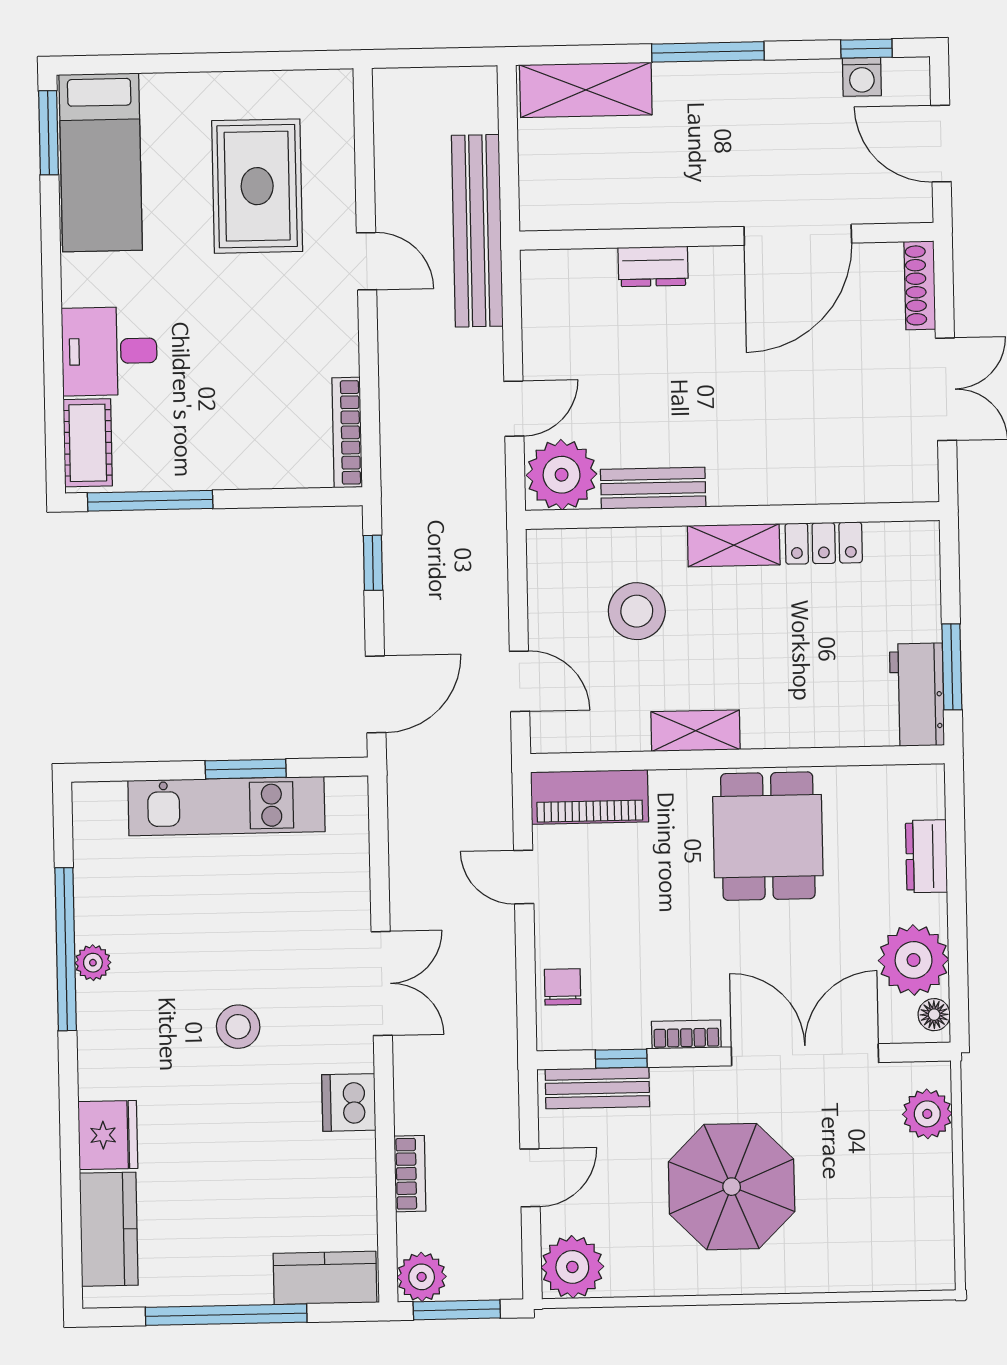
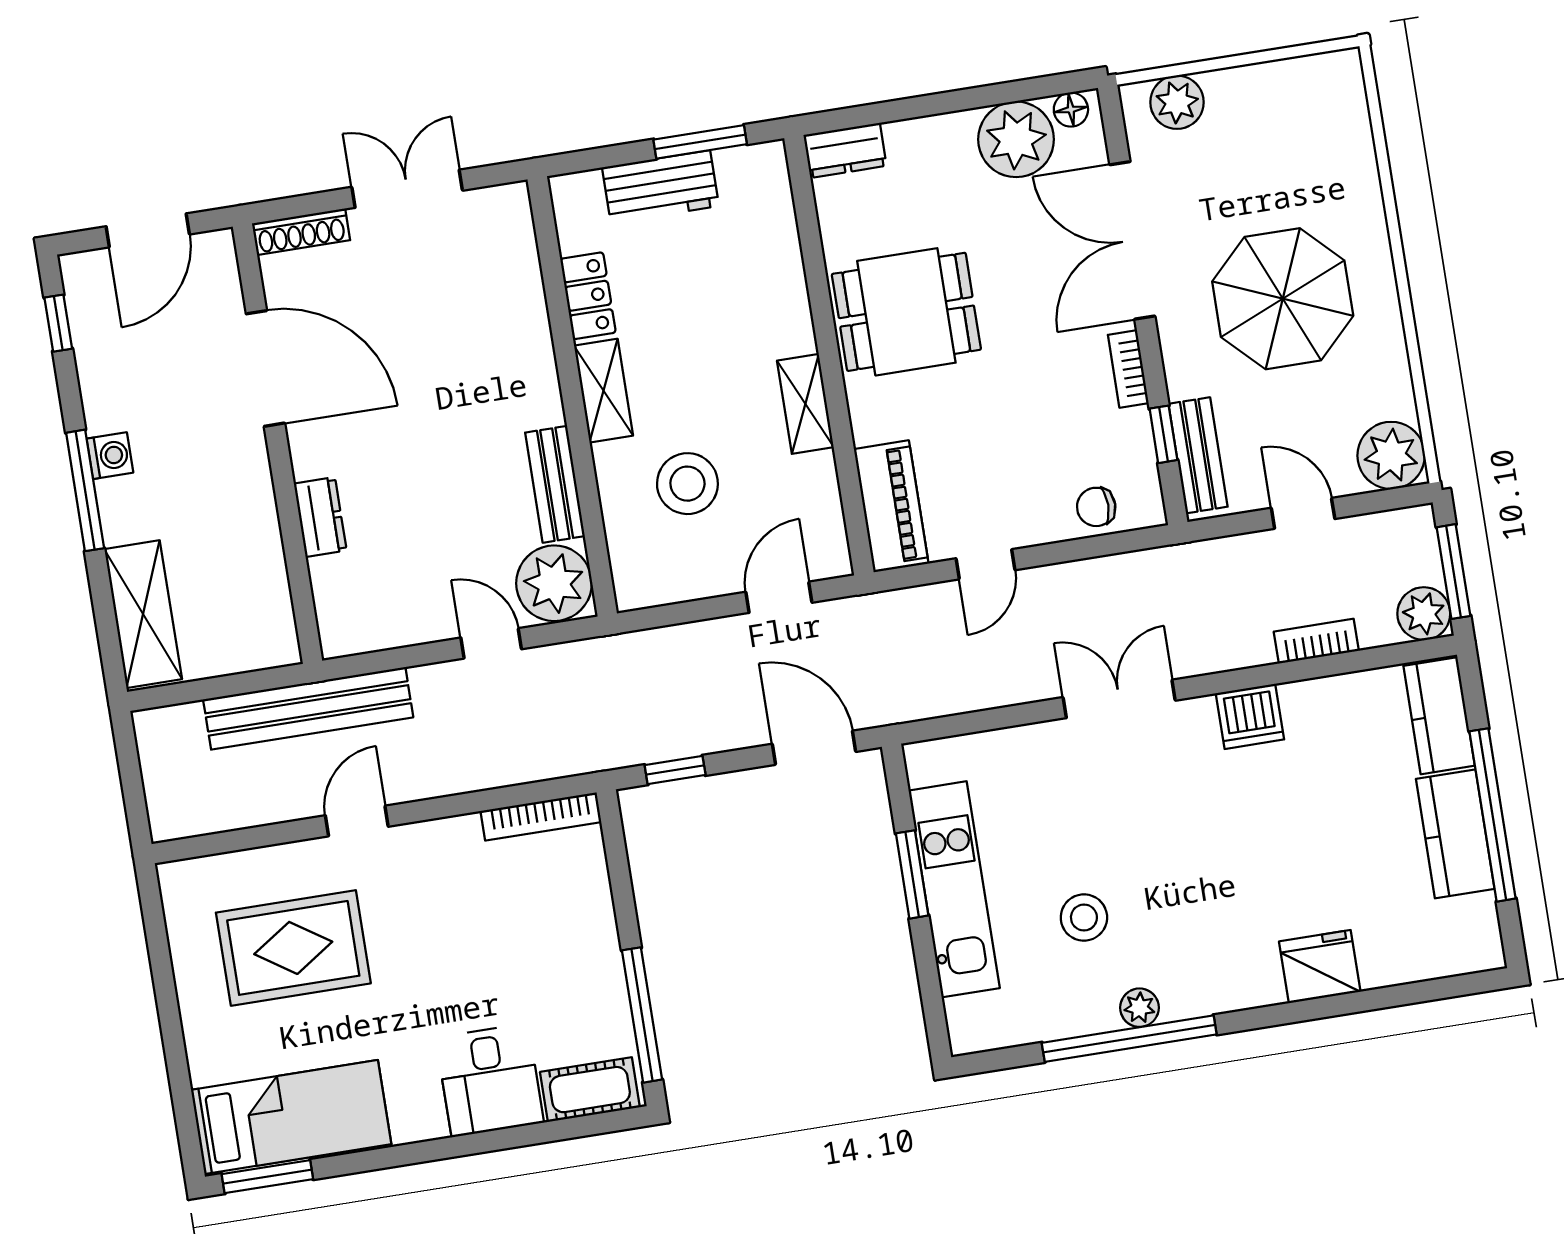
washing machine: (862, 77) -> (110, 456), moved
workbench: (917, 695) -> (661, 187), moved
dresser: (926, 856) -> (845, 150), moved
stool: (238, 1027) -> (1084, 918), moved
kitchen counter: (109, 1229) -> (1455, 834), moved, turned -90

